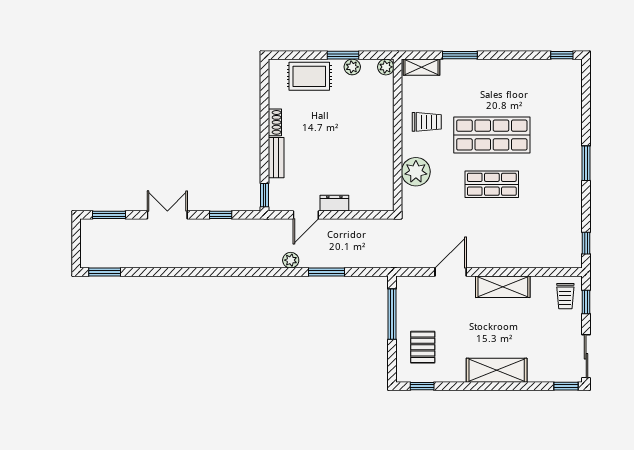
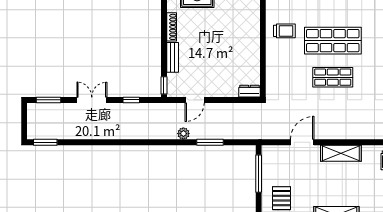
shoe rack: (275, 122) -> (172, 27), width x1.43
plant: (416, 172) -> (276, 68), removed
dresser: (334, 203) -> (249, 91), moved

